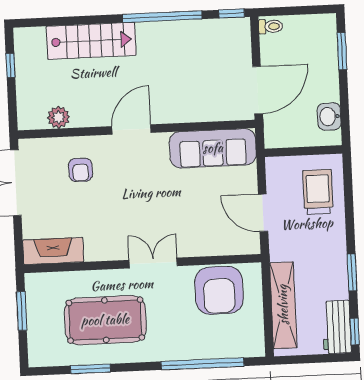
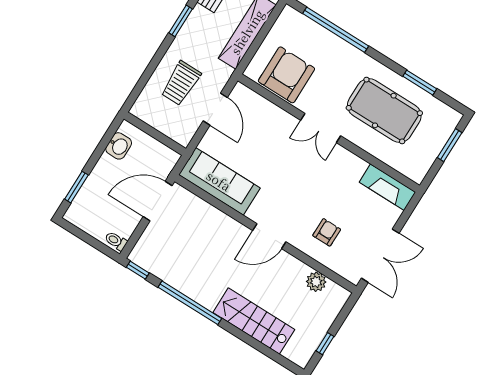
trolley: (318, 192) -> (181, 83), moved
window: (22, 311) -> (450, 145), moved

